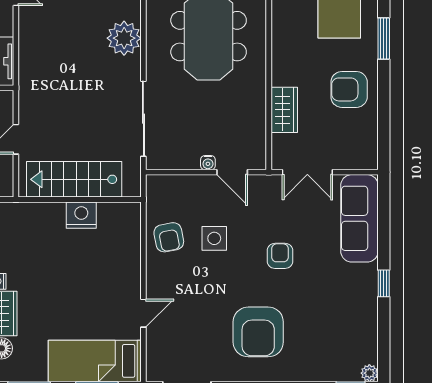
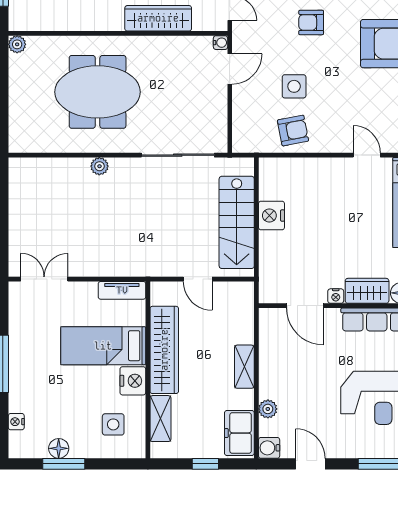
plant: (124, 38) -> (99, 166), width x0.53, depth x0.53
wardrobe: (284, 110) -> (158, 18), width x1.50
water cooler: (208, 163) -> (221, 43), moved

